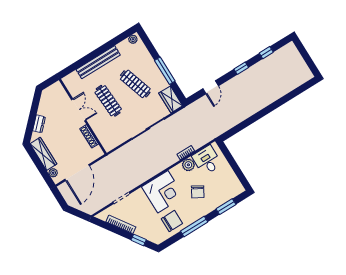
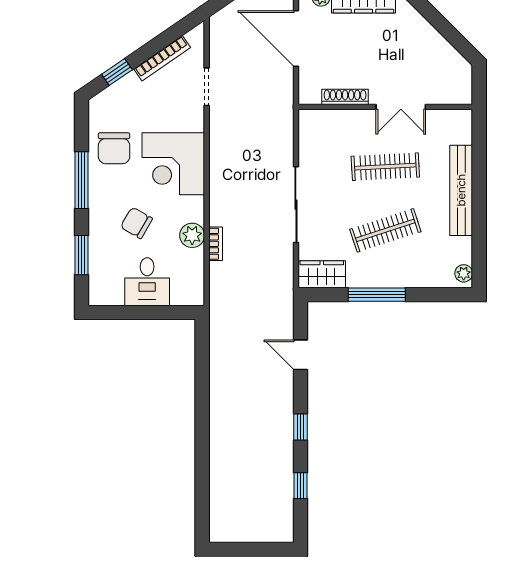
dresser: (39, 124) -> (419, 25), removed
desk: (207, 160) -> (147, 282), moved, turned 90

